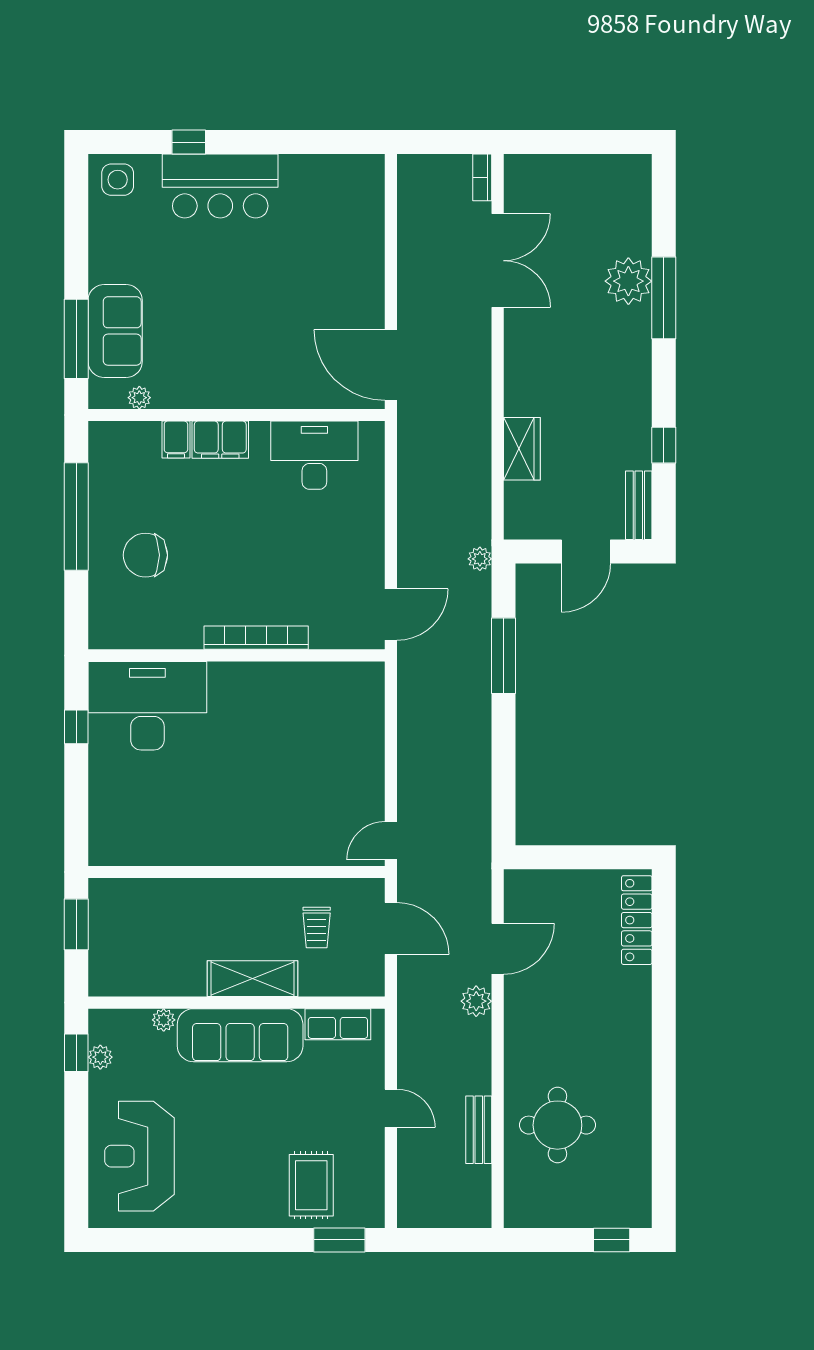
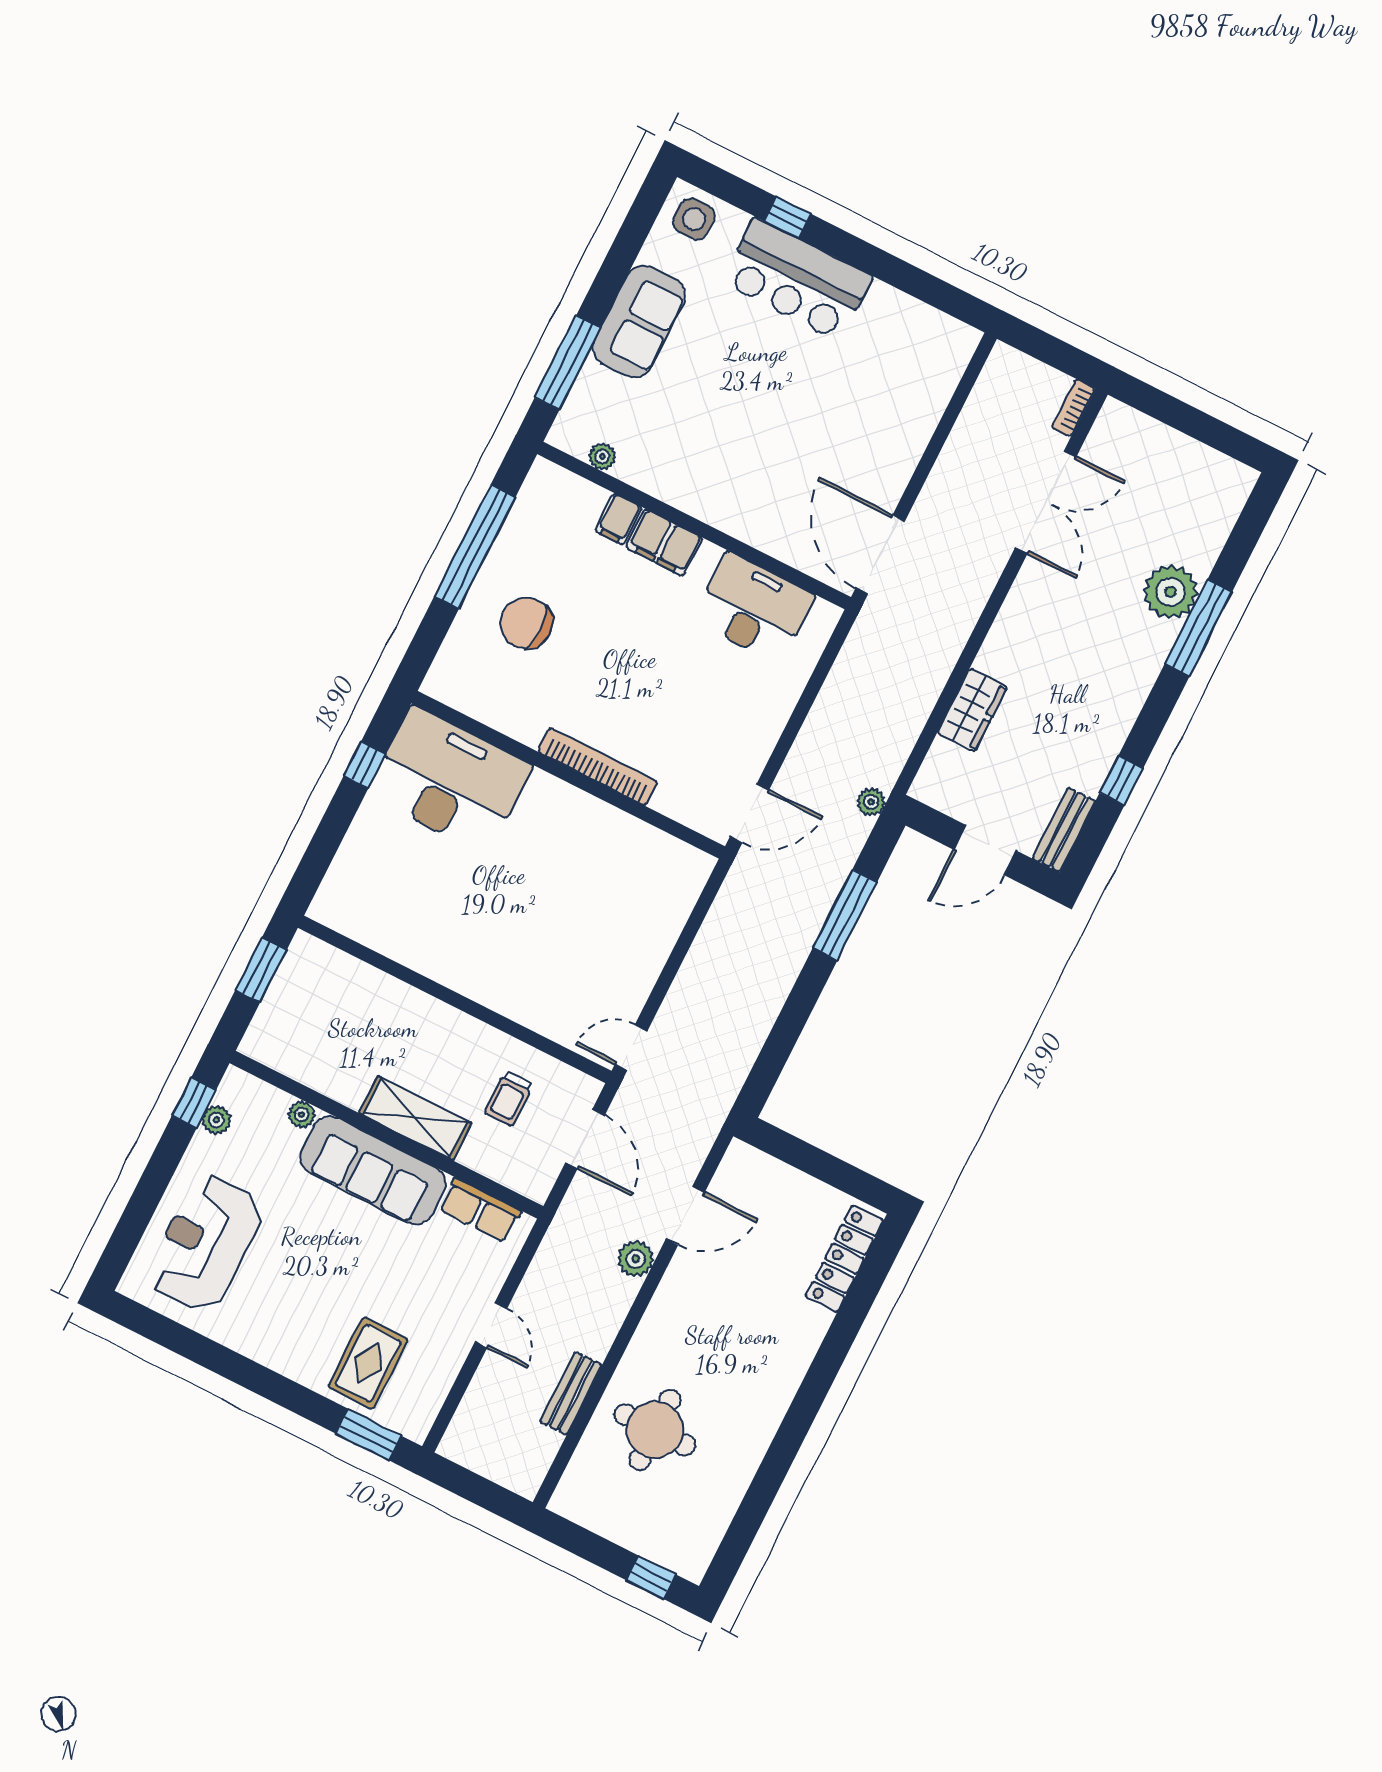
sofa: (115, 331) -> (639, 322), moved

